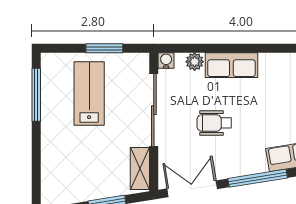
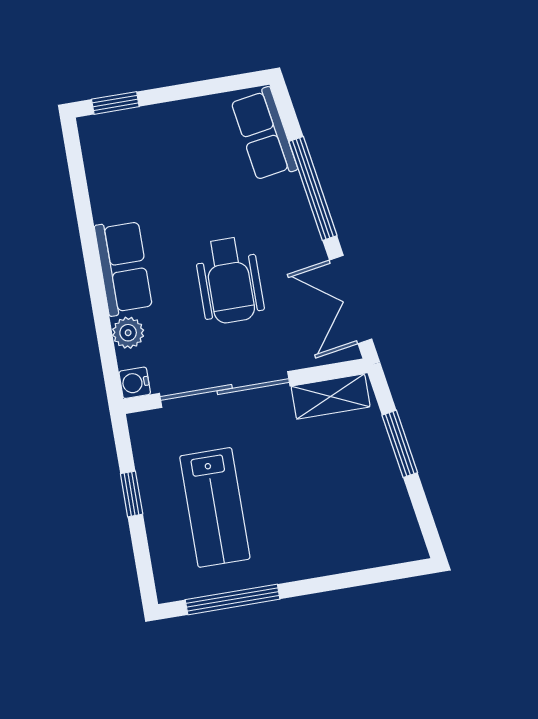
window: (104, 48) -> (132, 494), width x0.67
lab bench: (89, 94) -> (215, 507), turned -90
wheelchair: (214, 123) -> (229, 280), width x1.36, depth x1.37

